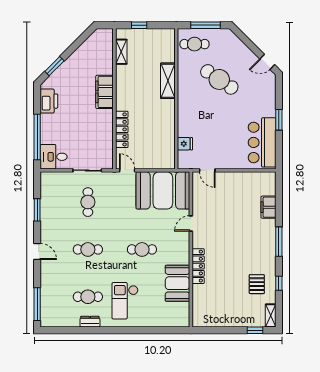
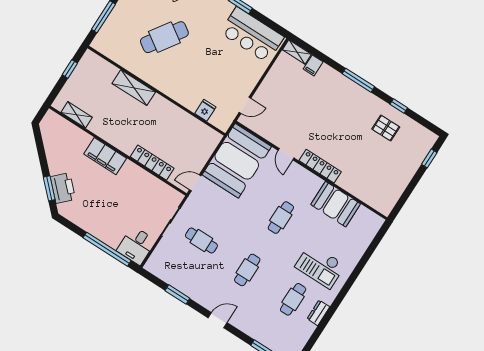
window: (139, 25) -> (70, 69), moved
cafe table: (195, 44) -> (115, 39), removed
printer: (49, 101) -> (63, 188), moved, turned 45
filing cabinet: (268, 207) -> (313, 65), width x0.50
locker: (198, 266) -> (320, 166), moved
shelving: (271, 316) -> (297, 52), moved

